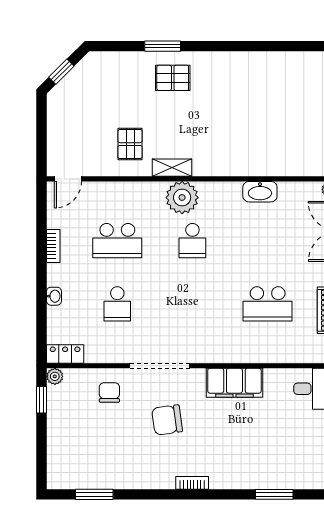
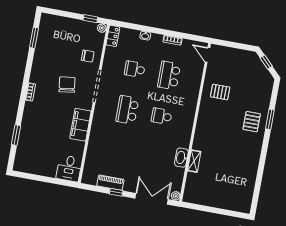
shelving: (172, 168) -> (194, 161), moved
plant: (182, 198) -> (186, 115), removed
school desk: (268, 304) -> (127, 110), moved

